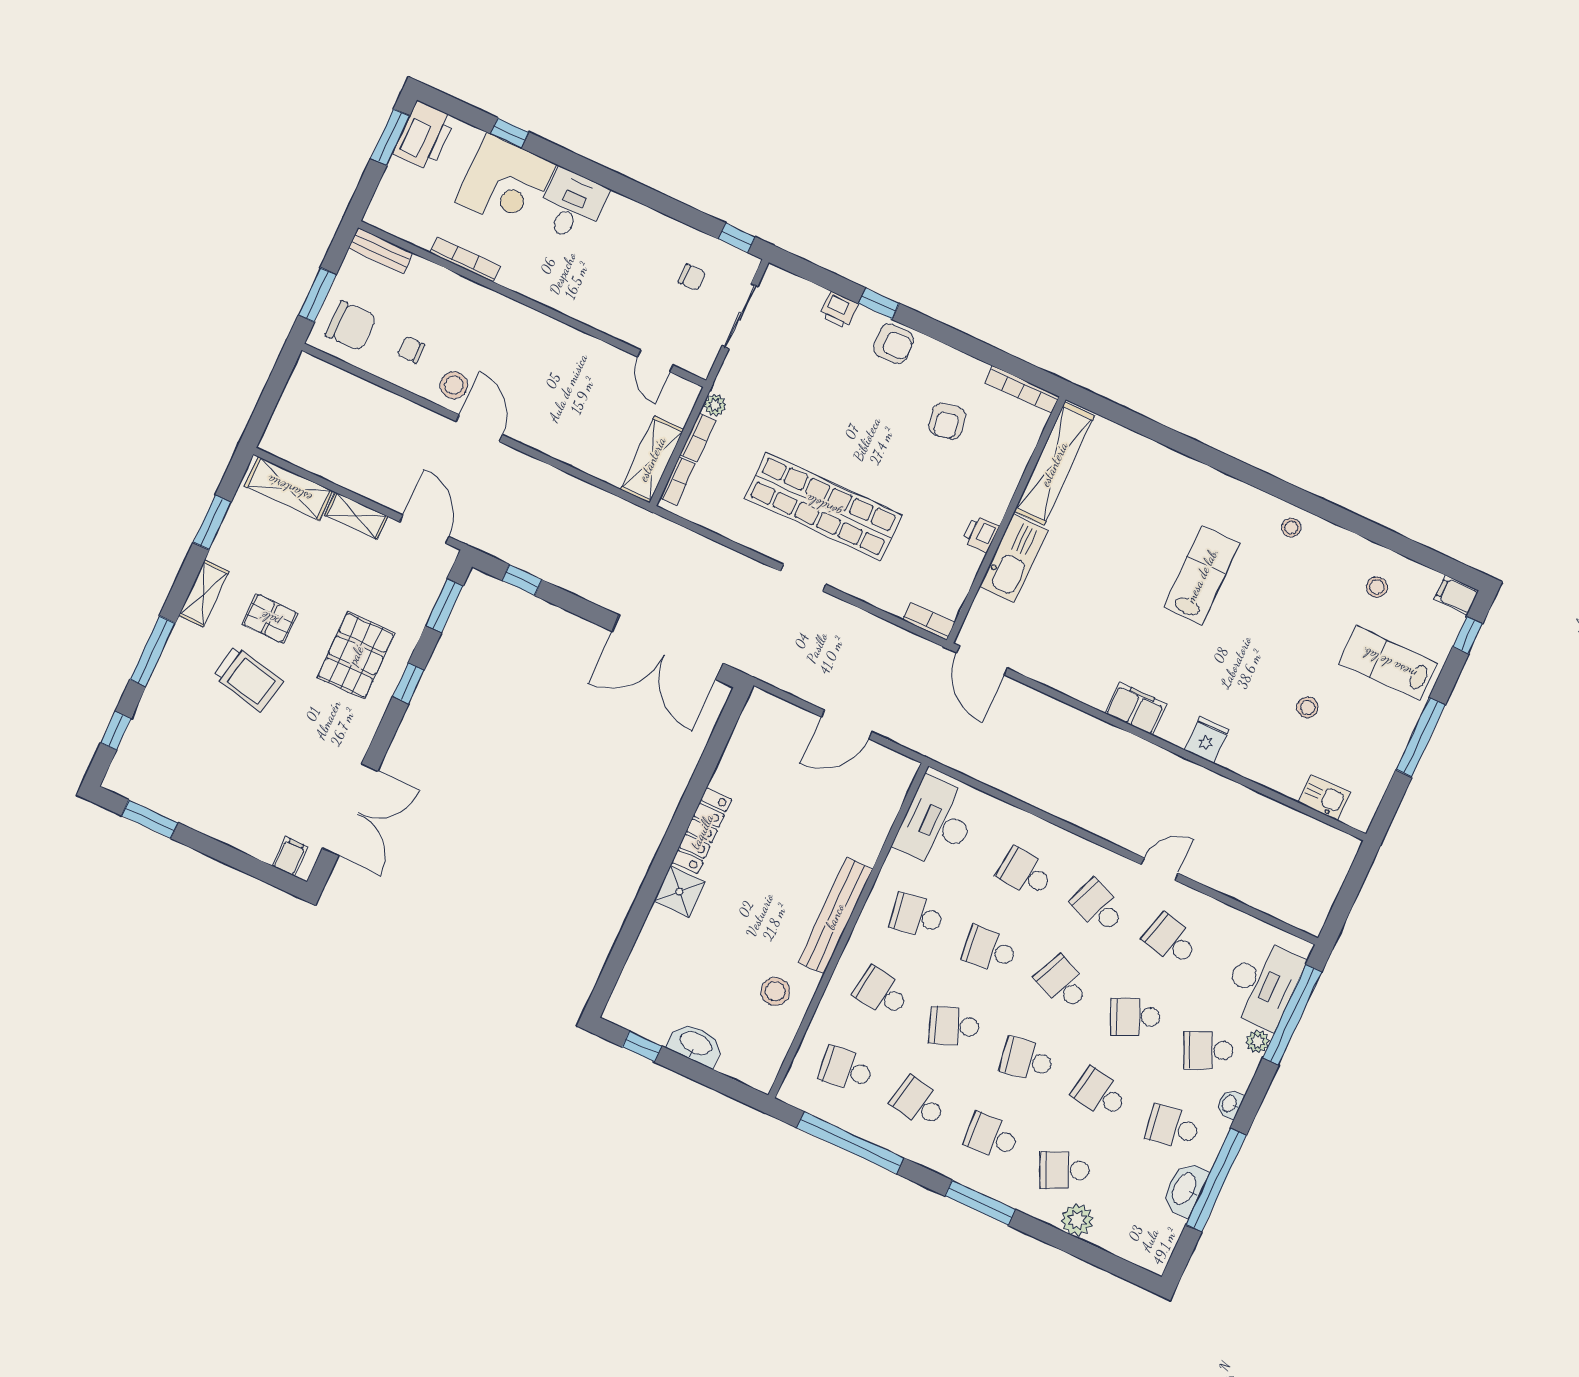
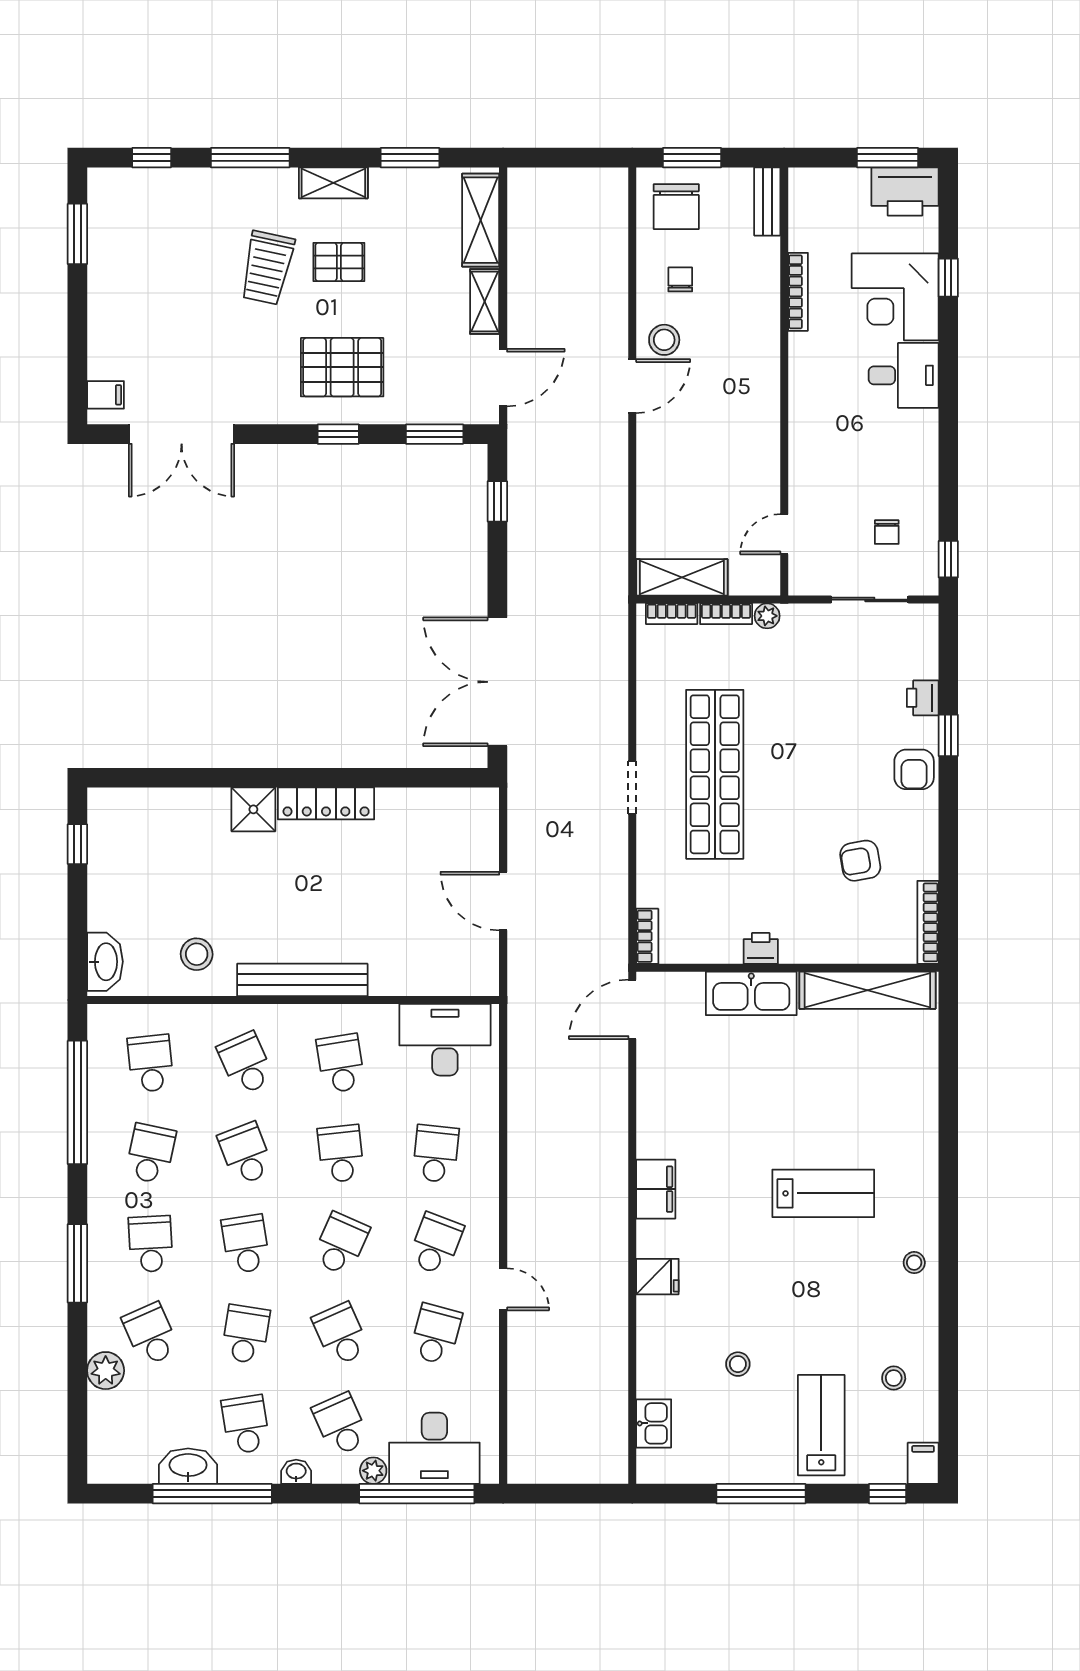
pallet: (270, 619) -> (339, 262), turned 90
school desk: (882, 993) -> (246, 1063), turned -33
washbasin: (695, 1044) -> (105, 962), moved

